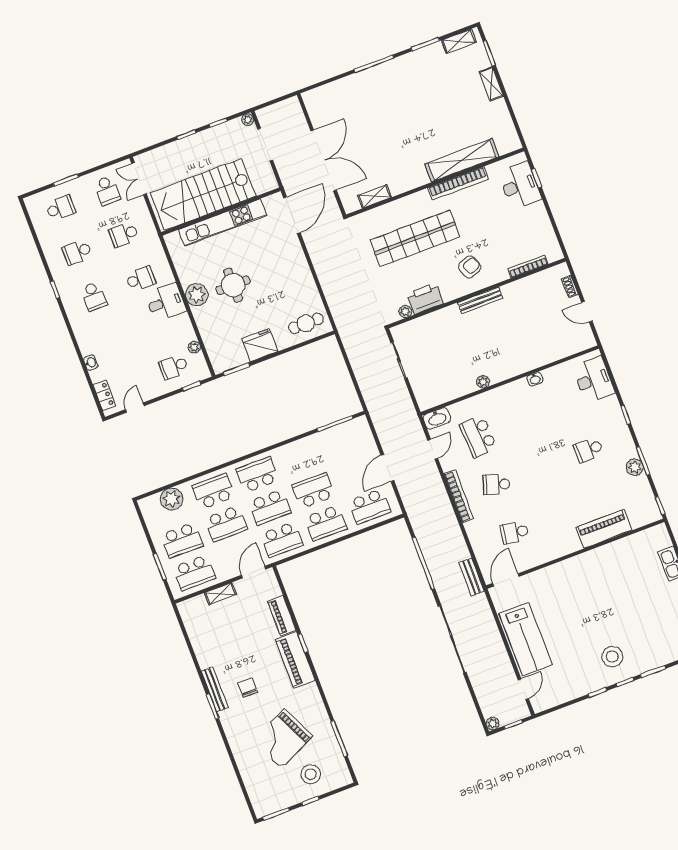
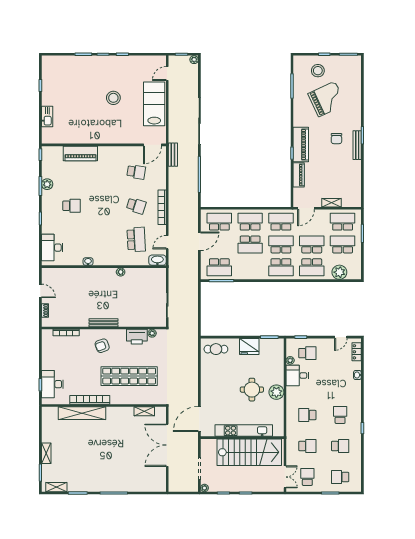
desk: (166, 302) -> (297, 376), moved
school desk: (345, 442) -> (219, 267), added
stool: (612, 657) -> (113, 98), moved

